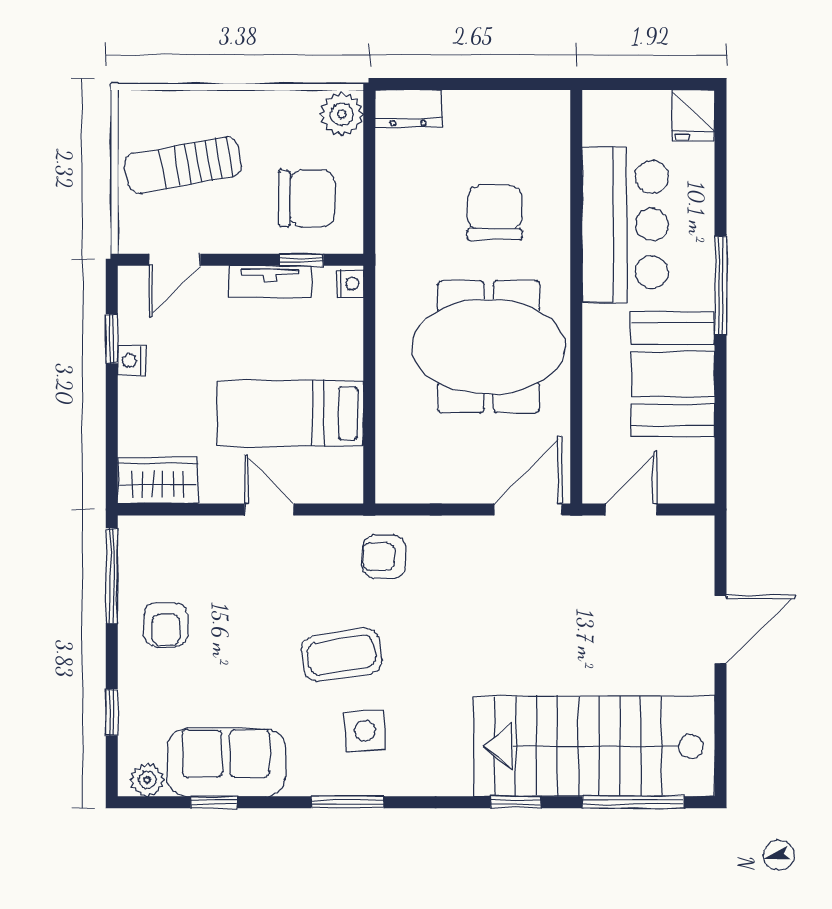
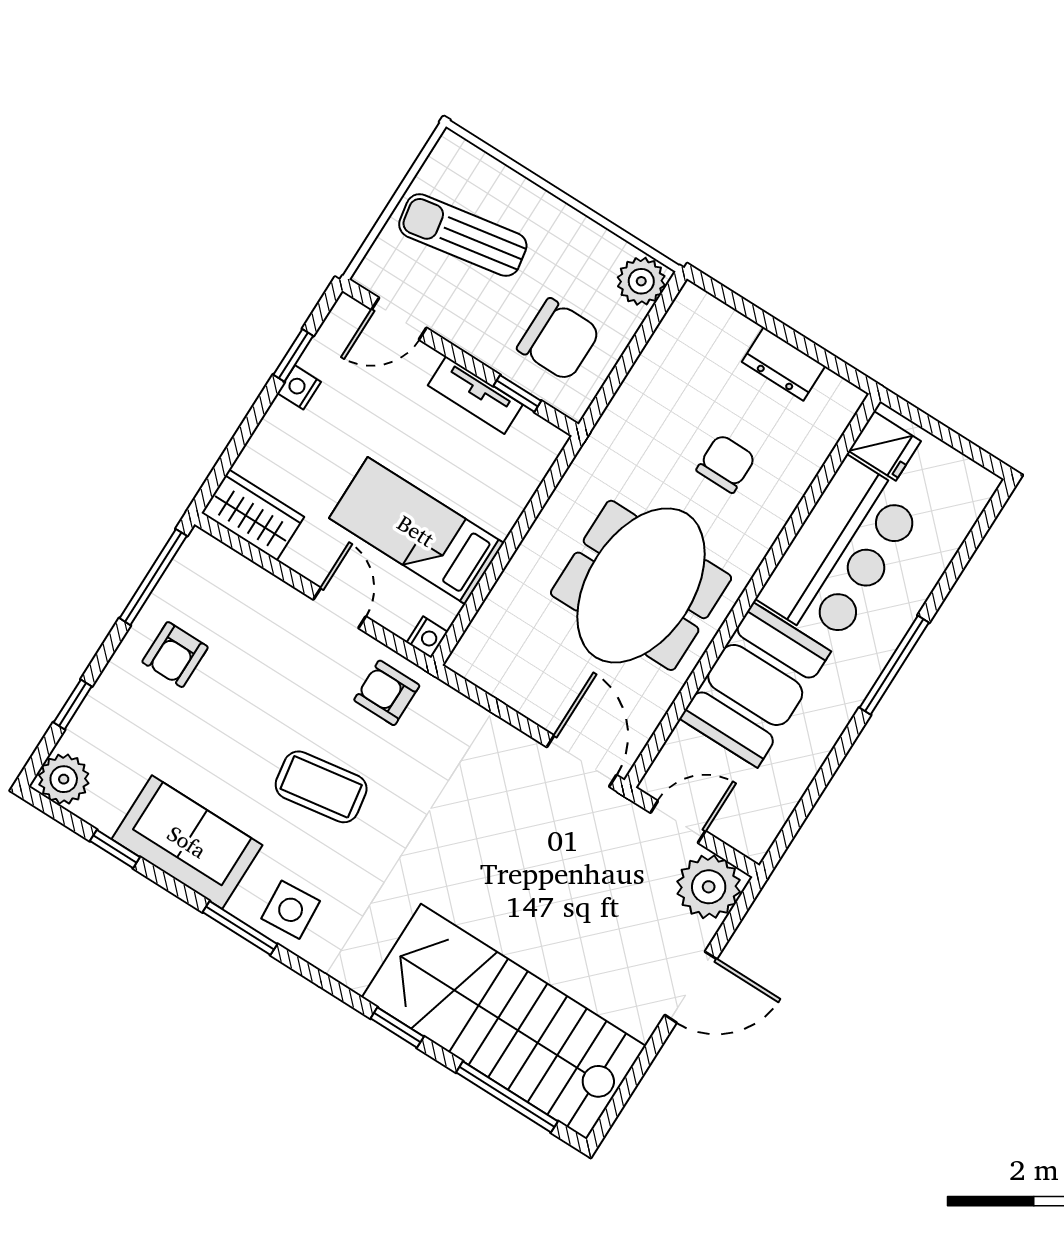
dresser: (408, 109) -> (783, 364), moved
fridge: (693, 115) -> (885, 446), moved, turned -90
chair: (495, 212) -> (726, 464), width x0.73, depth x0.73
nightstand: (350, 283) -> (427, 637), moved
meeting table: (489, 347) -> (641, 585), turned 90
booth: (673, 374) -> (755, 685), moved
door: (528, 510) -> (582, 761), hinge flipped
plant: (686, 544) -> (709, 887), added
armchair: (384, 557) -> (387, 693), moved
side table: (365, 731) -> (291, 910), moved
sofa: (226, 762) -> (187, 842), moved
plant: (147, 780) -> (64, 779), width x1.38, depth x1.38

